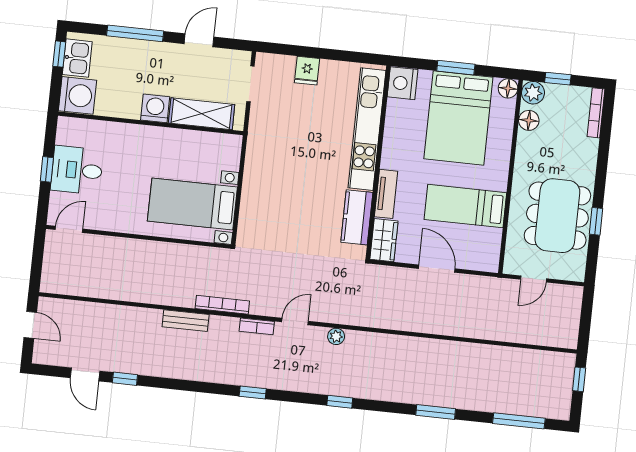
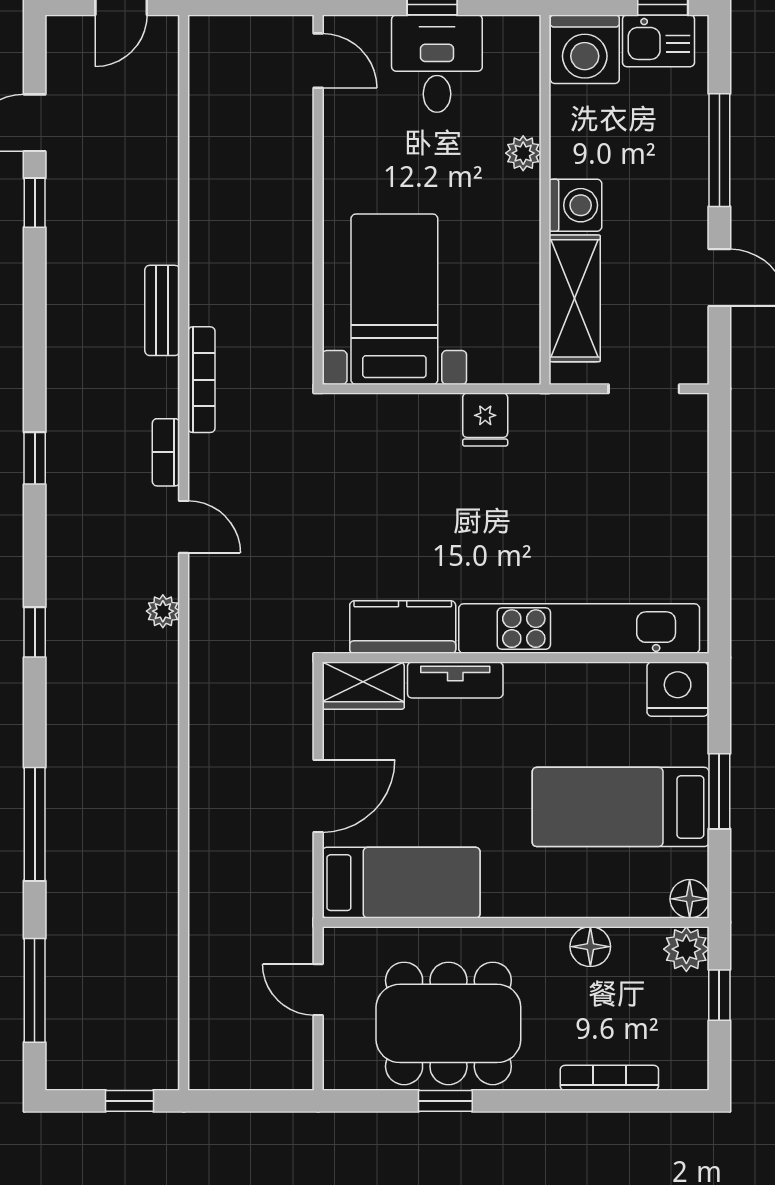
fridge: (307, 71) -> (485, 420), moved, turned -90
bookcase: (596, 113) -> (609, 1078), moved
bed: (458, 118) -> (621, 807), width x0.67
floor lamp: (529, 120) -> (590, 947), moved
plant: (126, 132) -> (523, 153), added
bed: (465, 206) -> (401, 883), moved, turned 90
window: (436, 412) -> (35, 824), width x1.44

